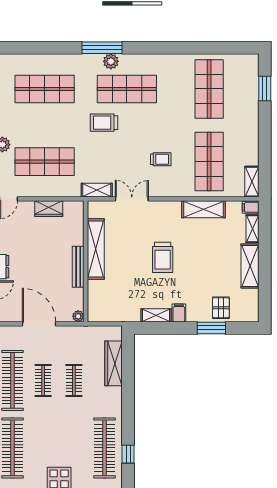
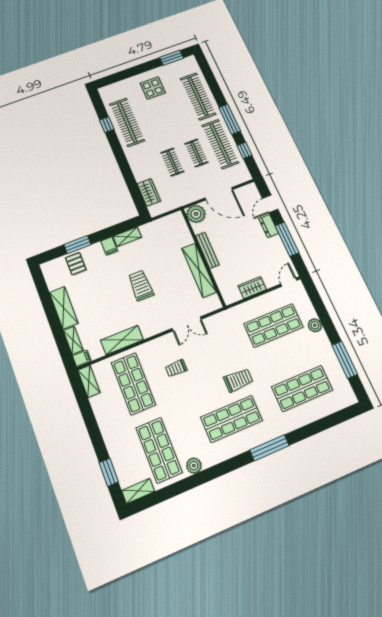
plant: (111, 61) -> (194, 466), moved
shelving: (97, 190) -> (138, 491), moved
plant: (78, 316) -> (196, 214), width x1.88, depth x1.88
wardrobe: (113, 363) -> (149, 192), width x0.67

